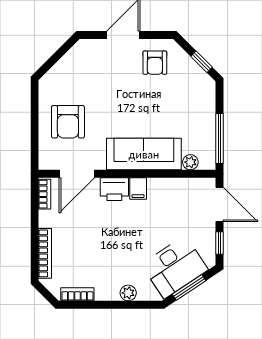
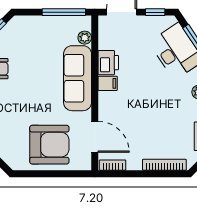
armchair: (68, 122) -> (49, 145), width x1.36, depth x1.36
printer: (114, 189) -> (108, 63), moved

